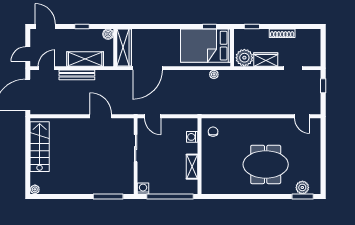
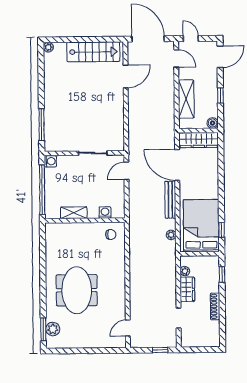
plant: (244, 58) -> (185, 271), width x0.53, depth x0.53
bench: (77, 75) -> (170, 200), moved
door: (101, 116) -> (126, 76), moved

